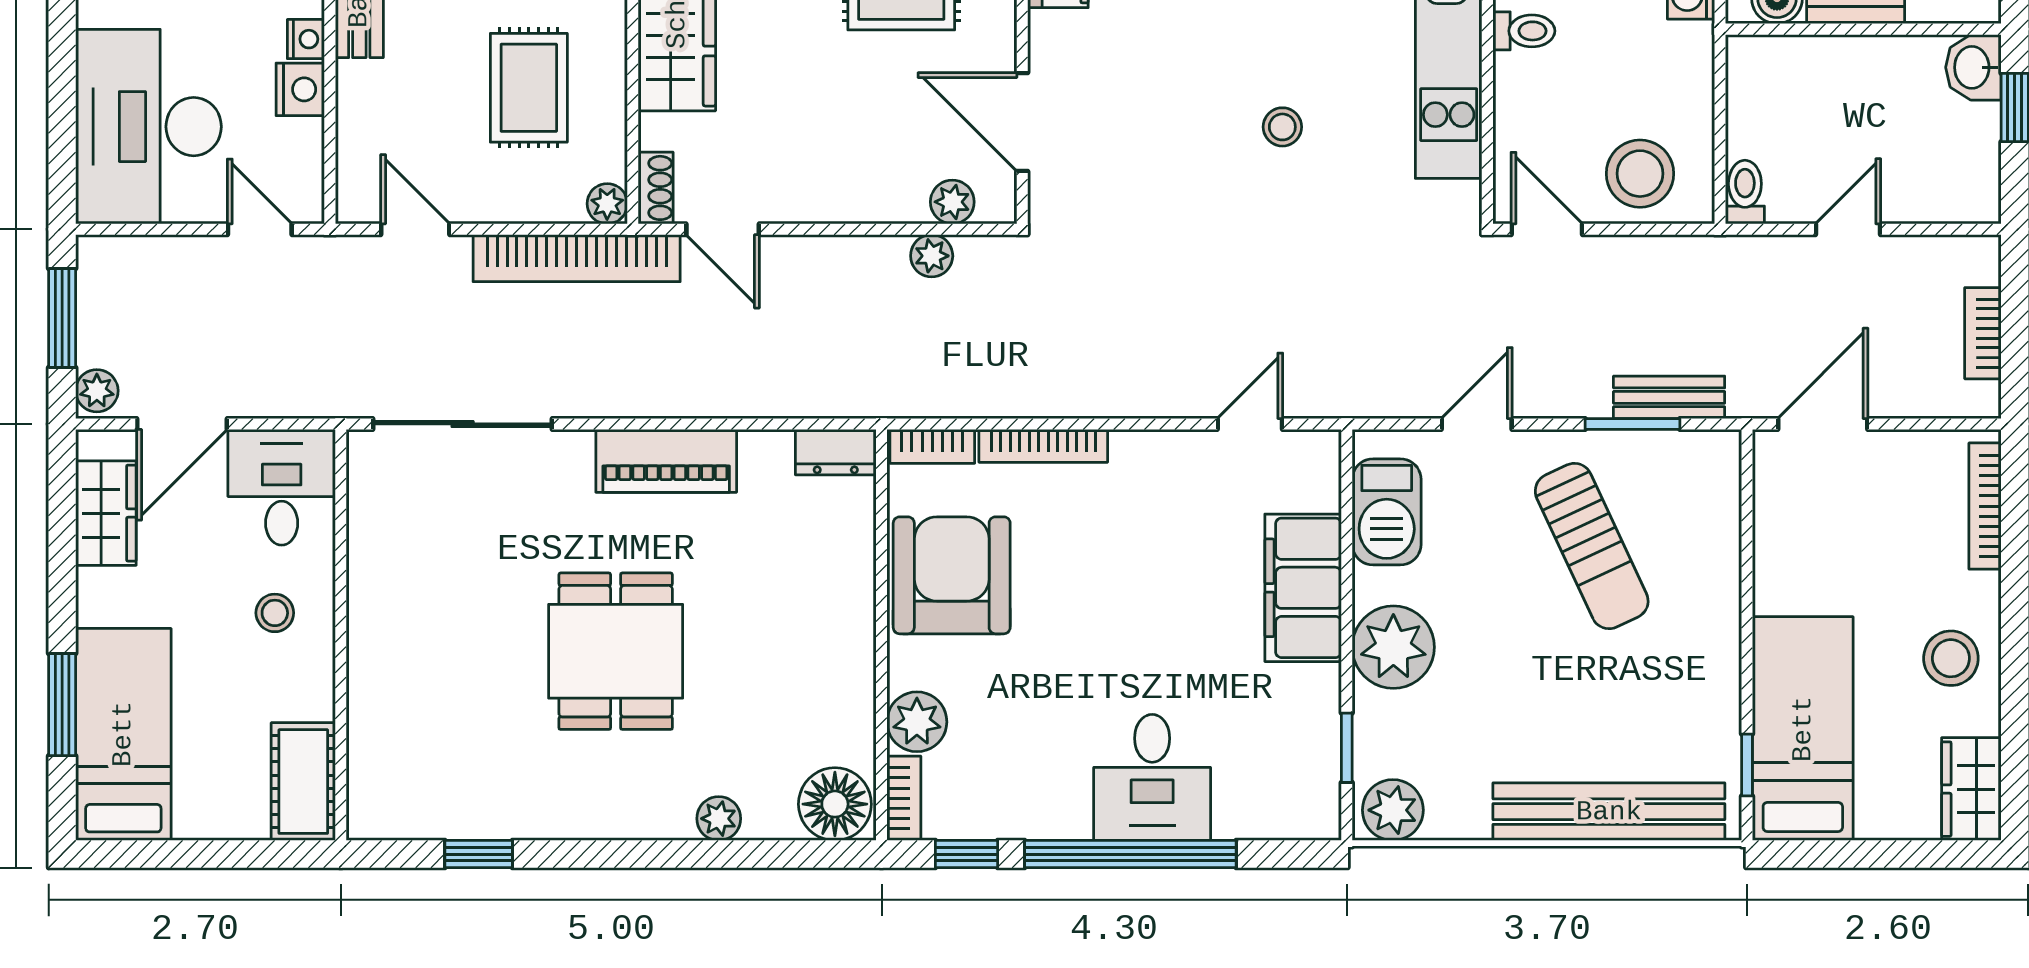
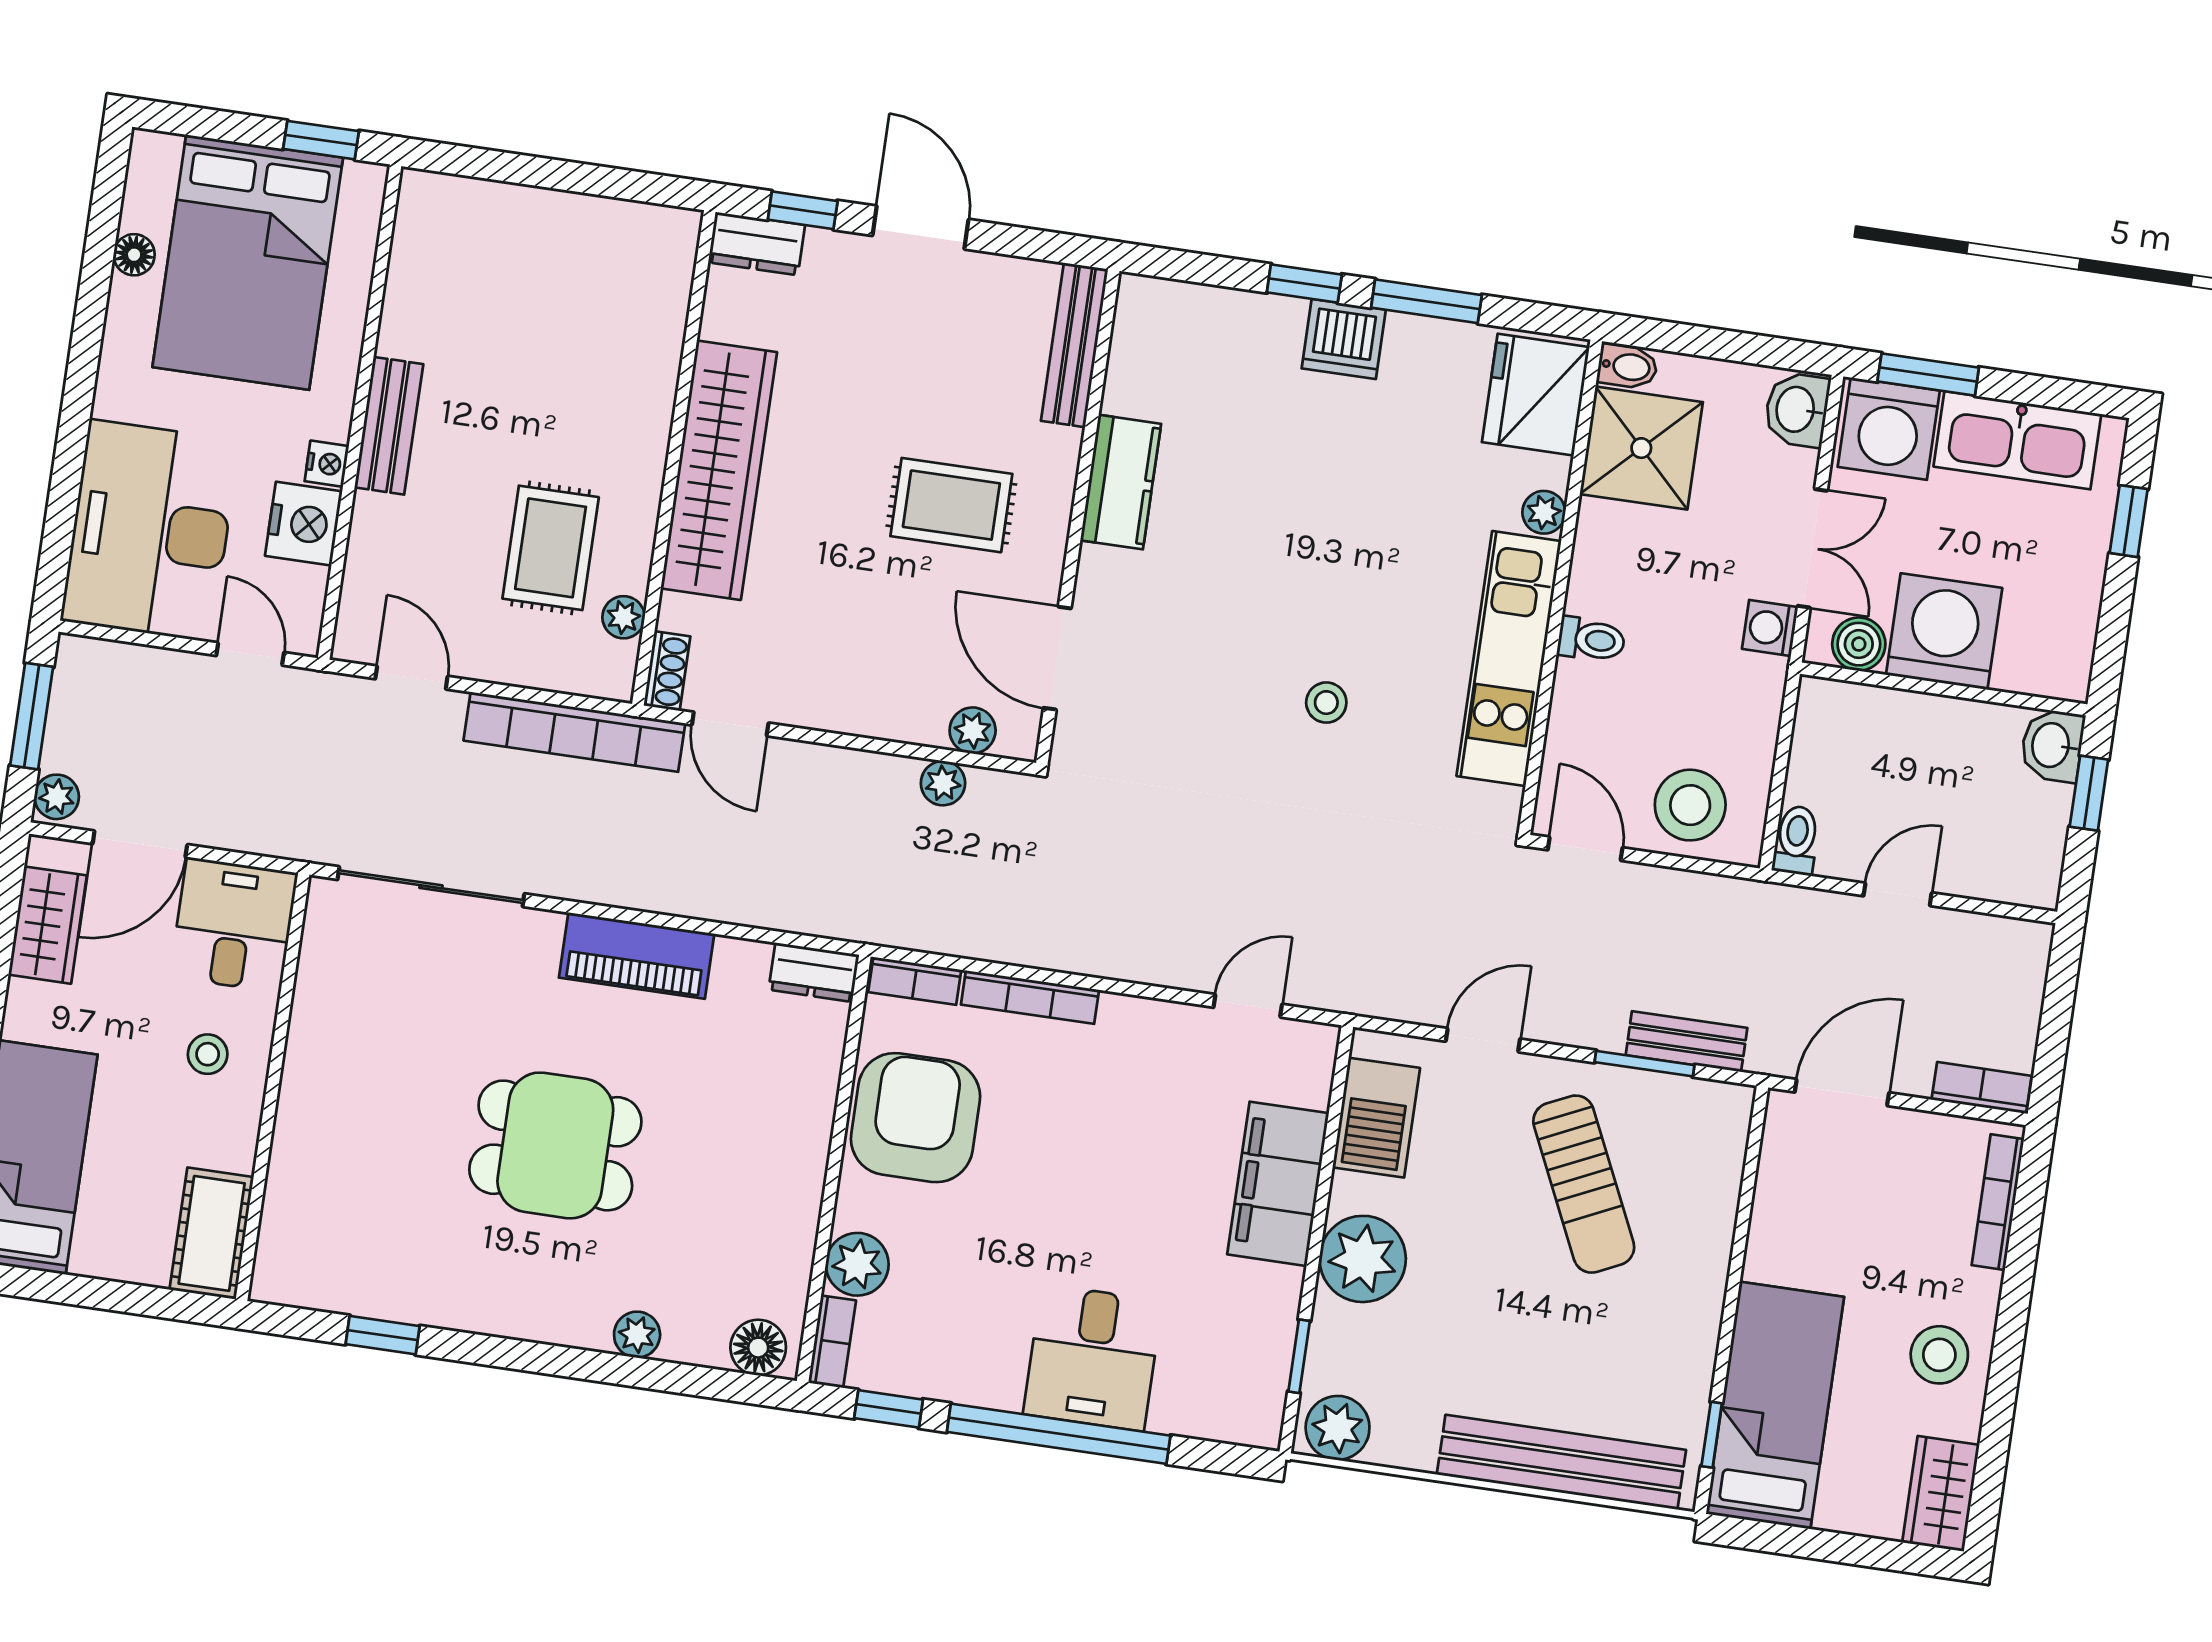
nightstand: (300, 89) -> (304, 524), width x1.36, depth x1.33
plant: (607, 204) -> (624, 617), moved
bookcase: (1983, 333) -> (1982, 1088), moved, turned 90
dining table: (616, 651) -> (555, 1145), turned 90
floor lamp: (835, 804) -> (758, 1348), width x0.73, depth x0.73

